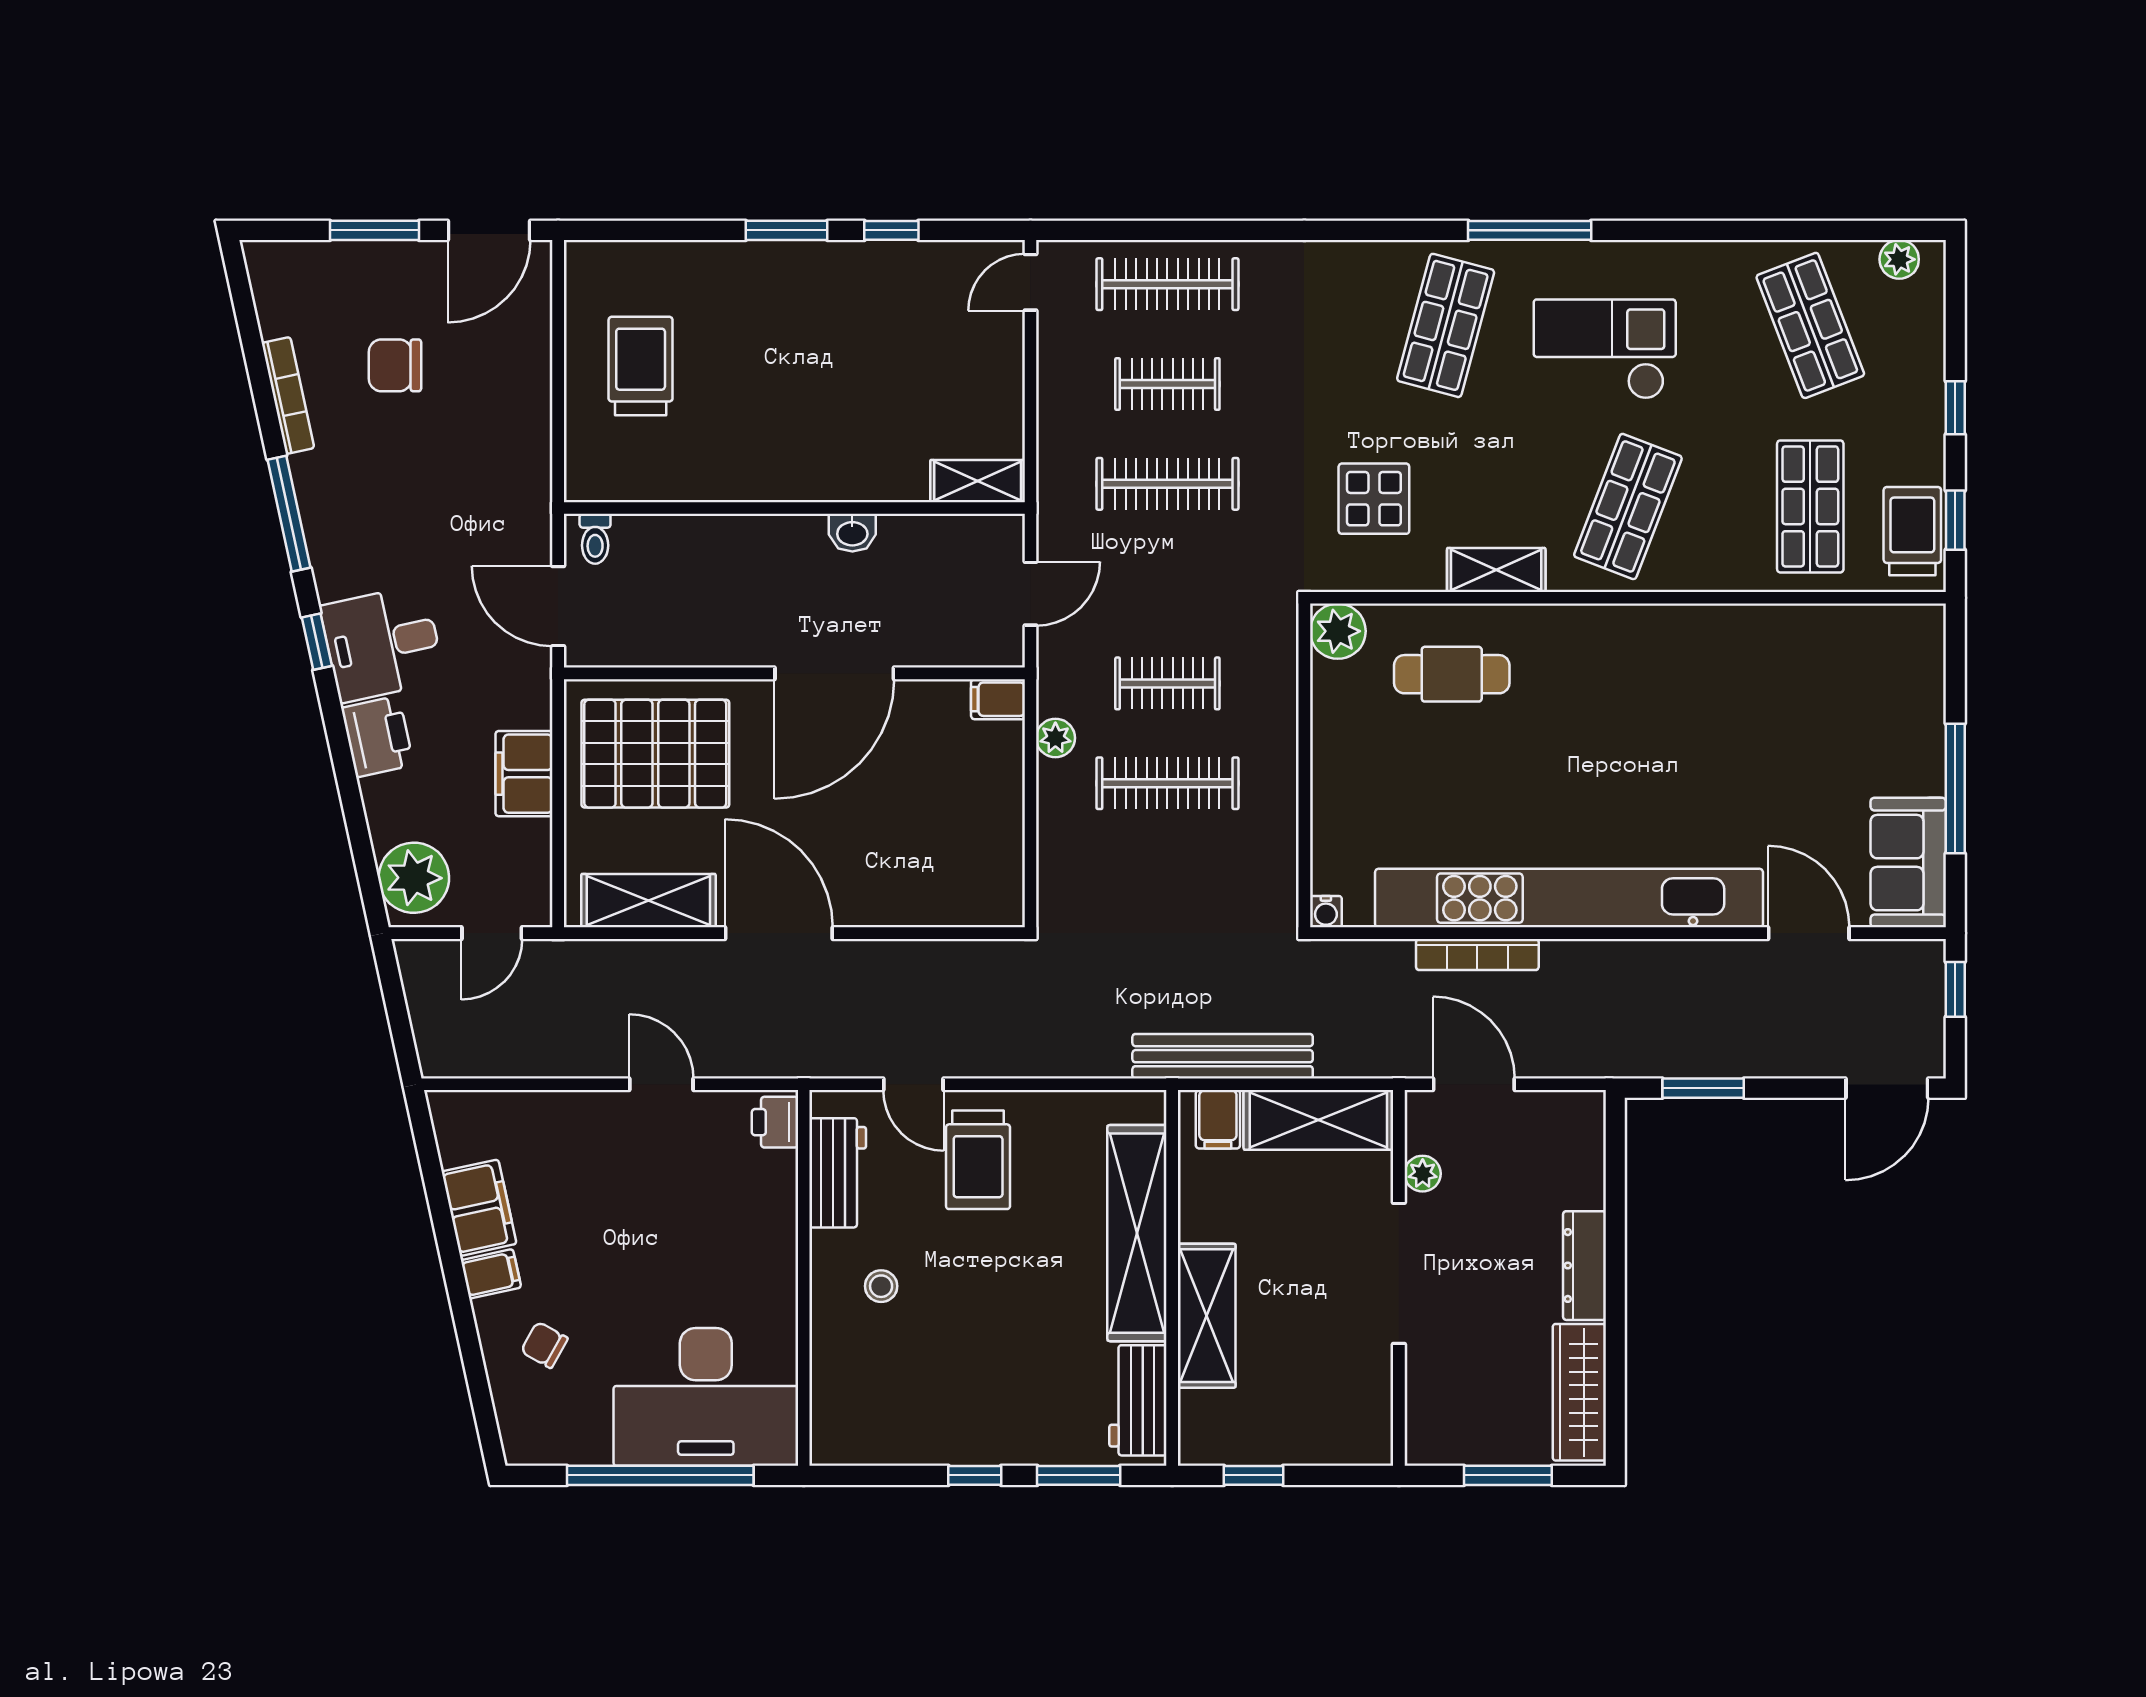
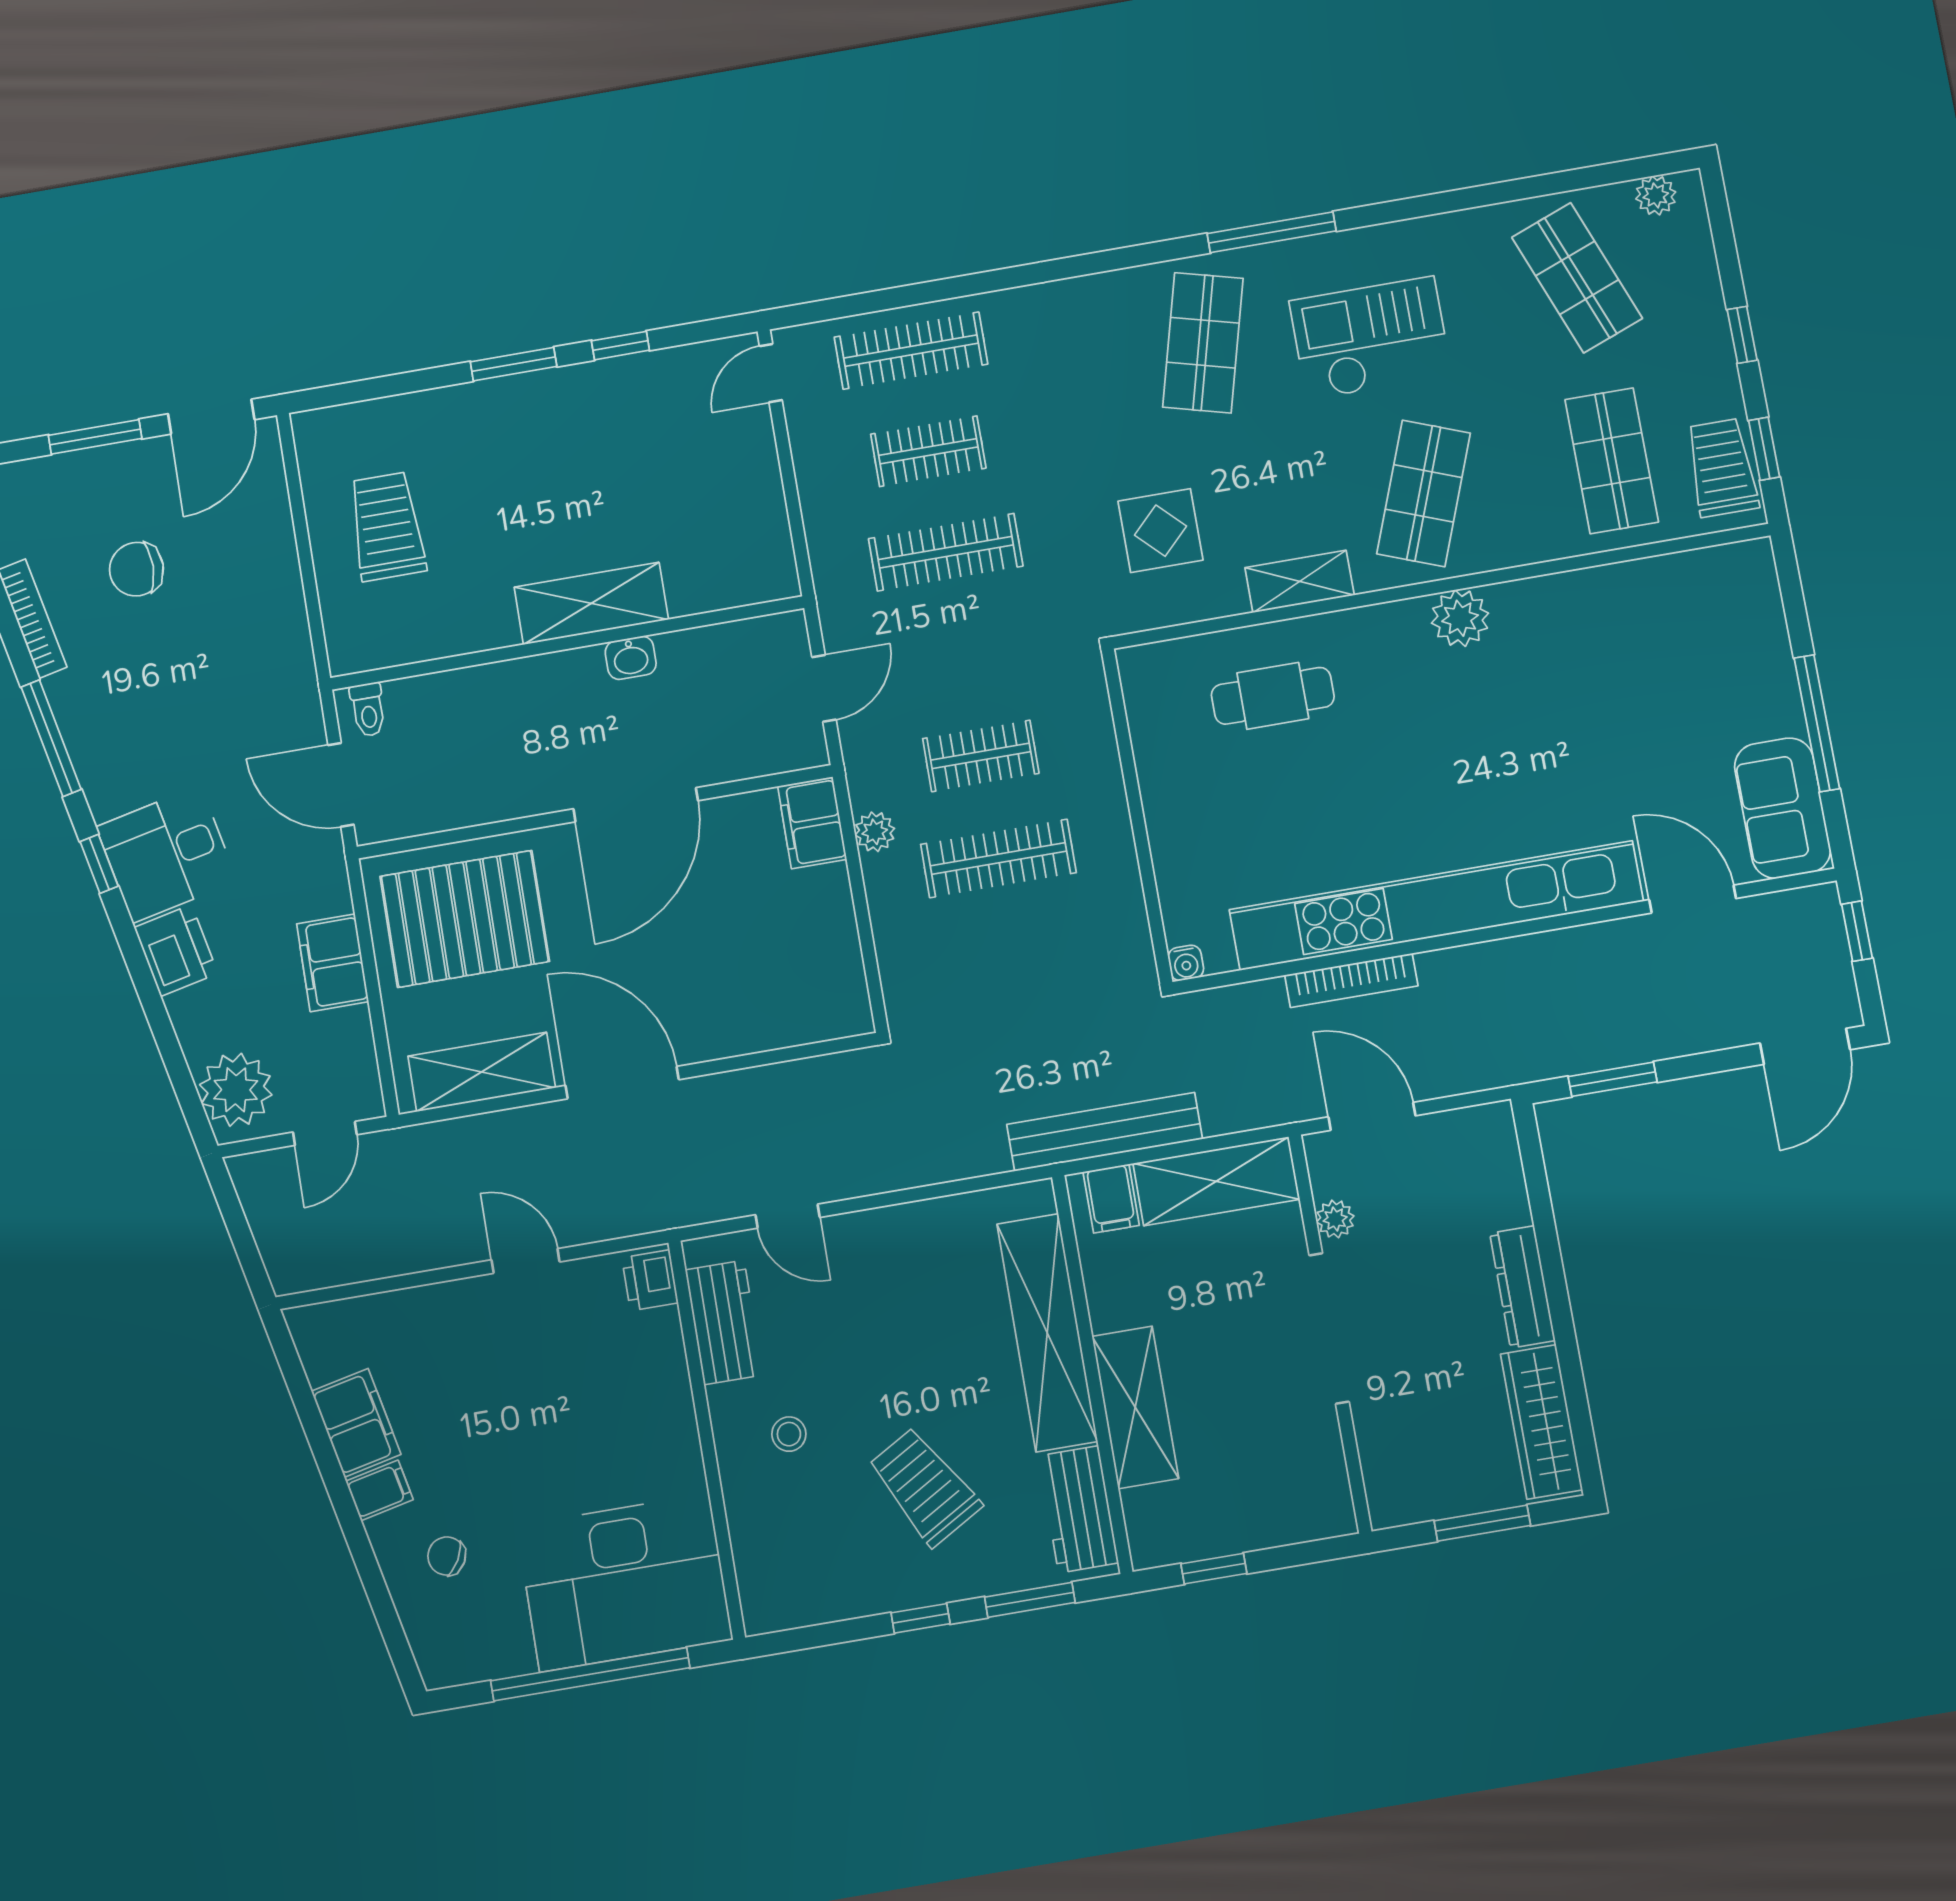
shelving: (978, 481) -> (591, 603), moved, width x1.50, depth x1.33
plant: (1338, 631) -> (1460, 618), moved
filing cabinet: (998, 699) -> (812, 823), width x2.00
trolley: (978, 1160) -> (924, 1487), moved, turned 150

